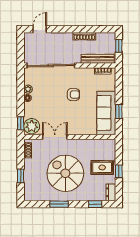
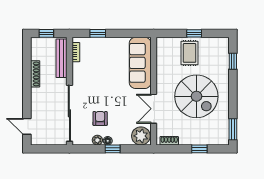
armchair: (73, 95) -> (100, 118), moved
window: (119, 111) -> (98, 33), moved
sofa: (106, 113) -> (140, 63), moved, turned 90
window: (21, 123) -> (113, 149), moved
spiral stairs: (65, 173) -> (196, 96), turned -90
dresser: (111, 192) -> (219, 43), removed
window: (59, 204) -> (233, 129), moved

